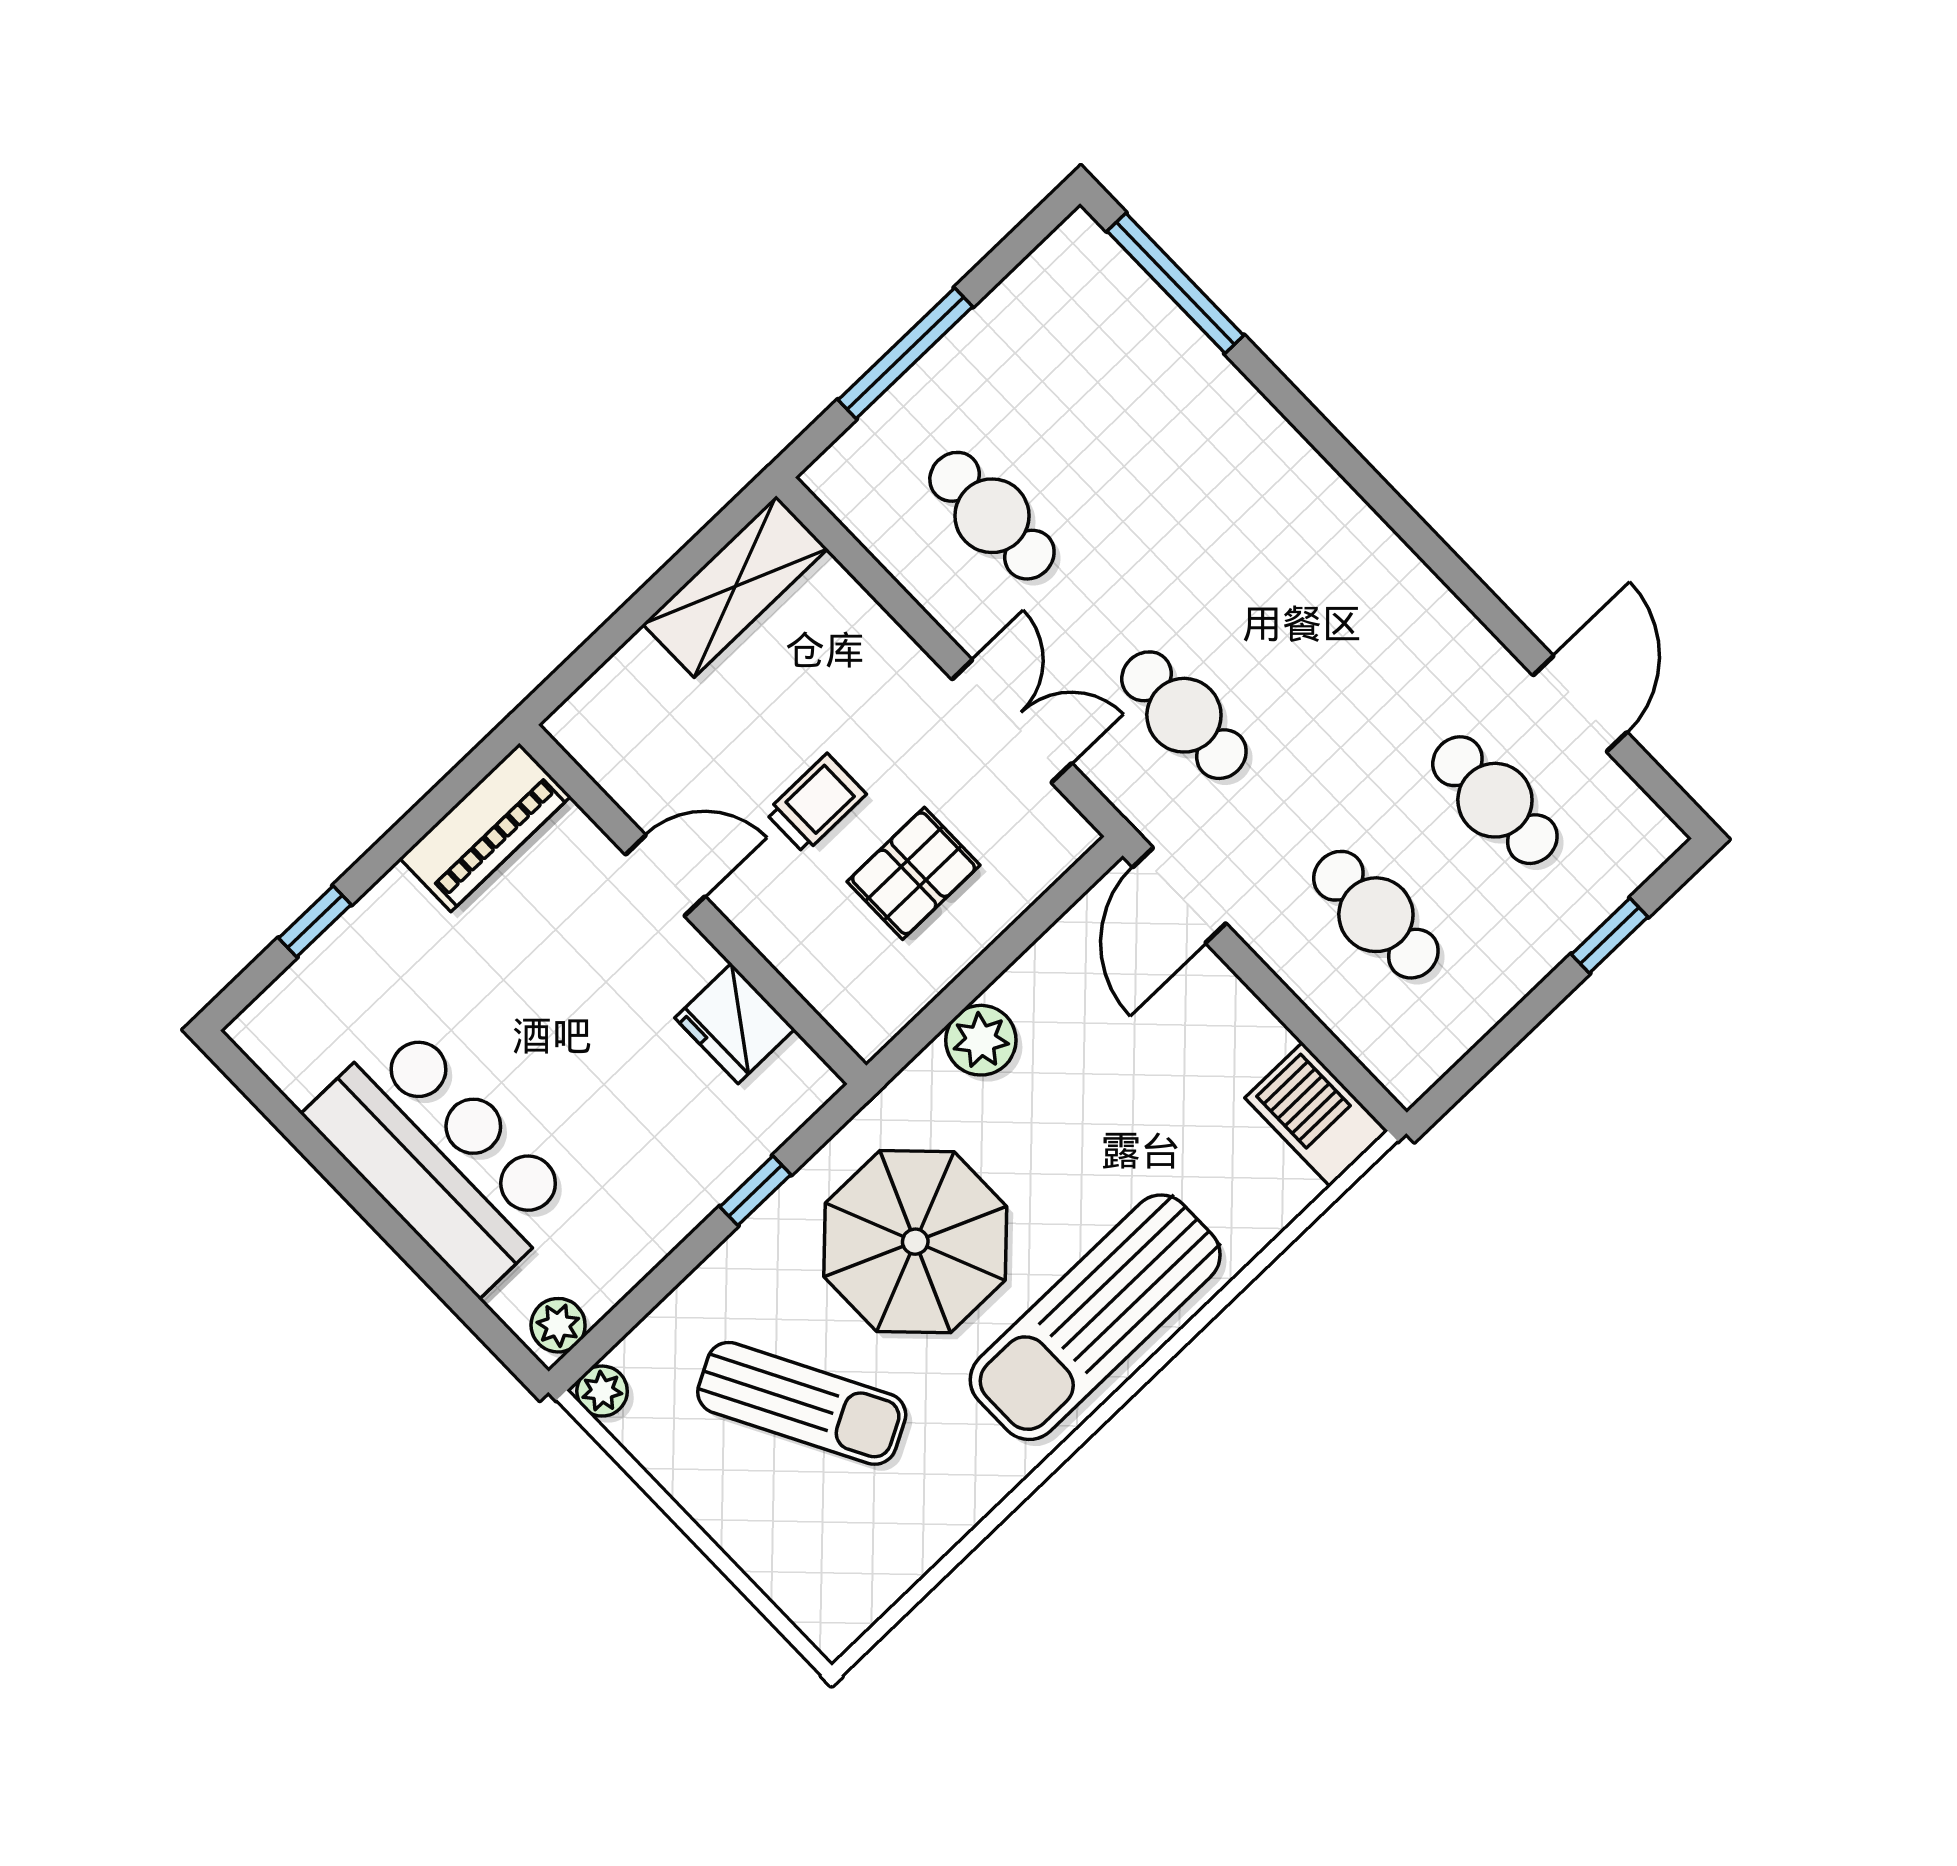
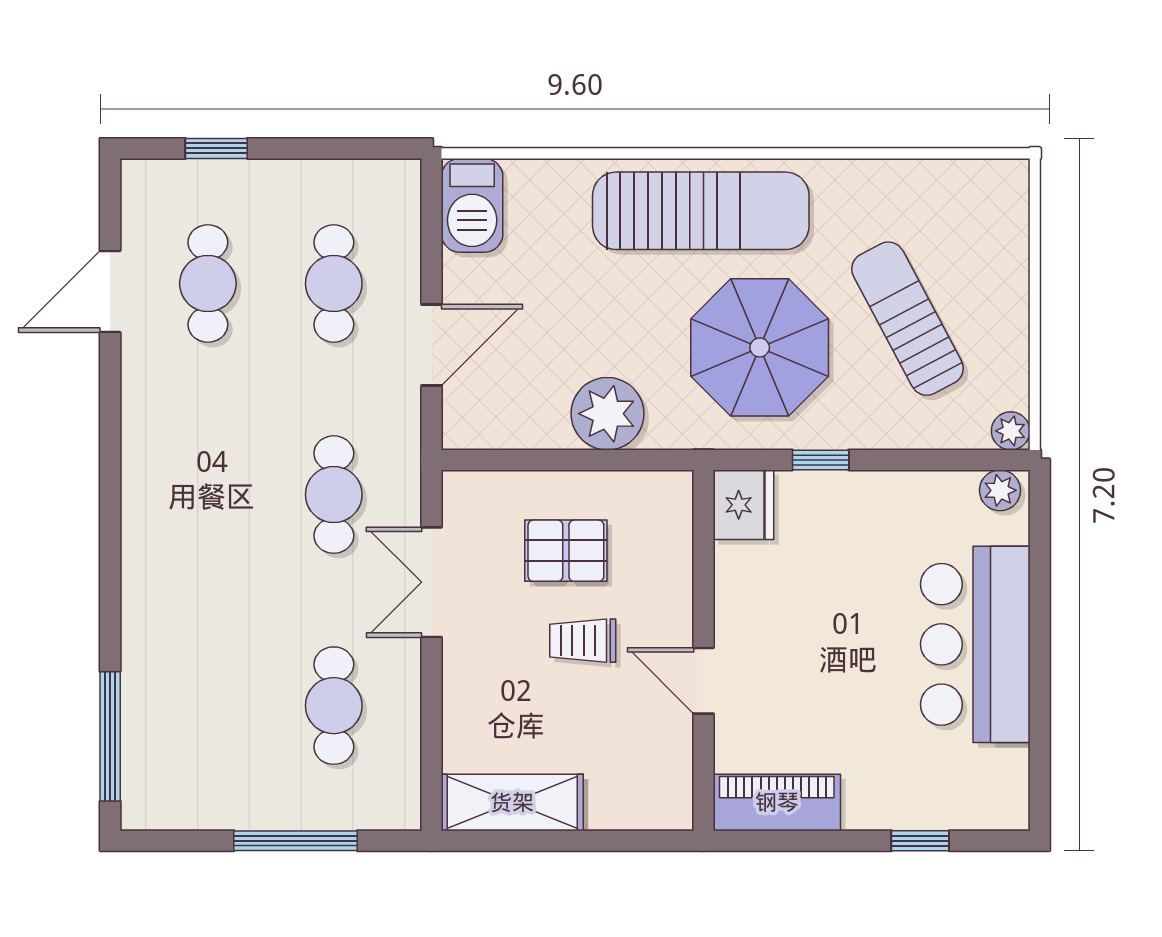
door: (1179, 895) -> (432, 345), moved
fridge: (735, 1023) -> (743, 505), moved
plant: (981, 1040) -> (607, 414), width x1.36, depth x1.36

